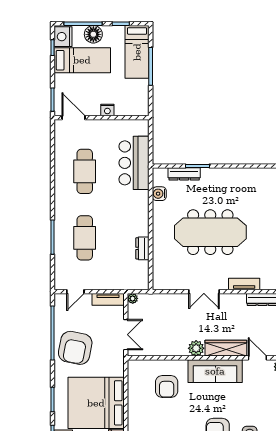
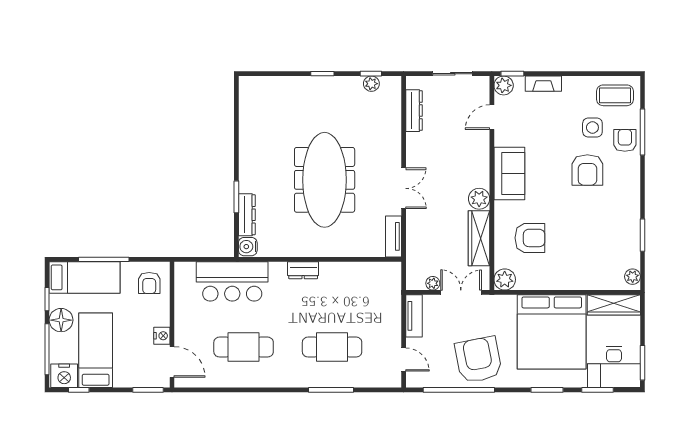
floor lamp: (93, 34) -> (61, 320), moved
armchair: (133, 100) -> (149, 283), added
nightstand: (107, 110) -> (162, 336), moved
door: (74, 118) -> (172, 362), swing flipped
water cooler: (159, 194) -> (248, 247), moved, turned 90
dresser: (142, 248) -> (303, 270), moved
tv unit: (244, 284) -> (394, 236), moved
plant: (133, 298) -> (433, 283), moved
armchair: (75, 348) -> (478, 360), turned -112
wardrobe: (226, 348) -> (479, 238), moved
plant: (135, 368) -> (505, 280), added
sofa: (215, 371) -> (509, 173), width x0.73

